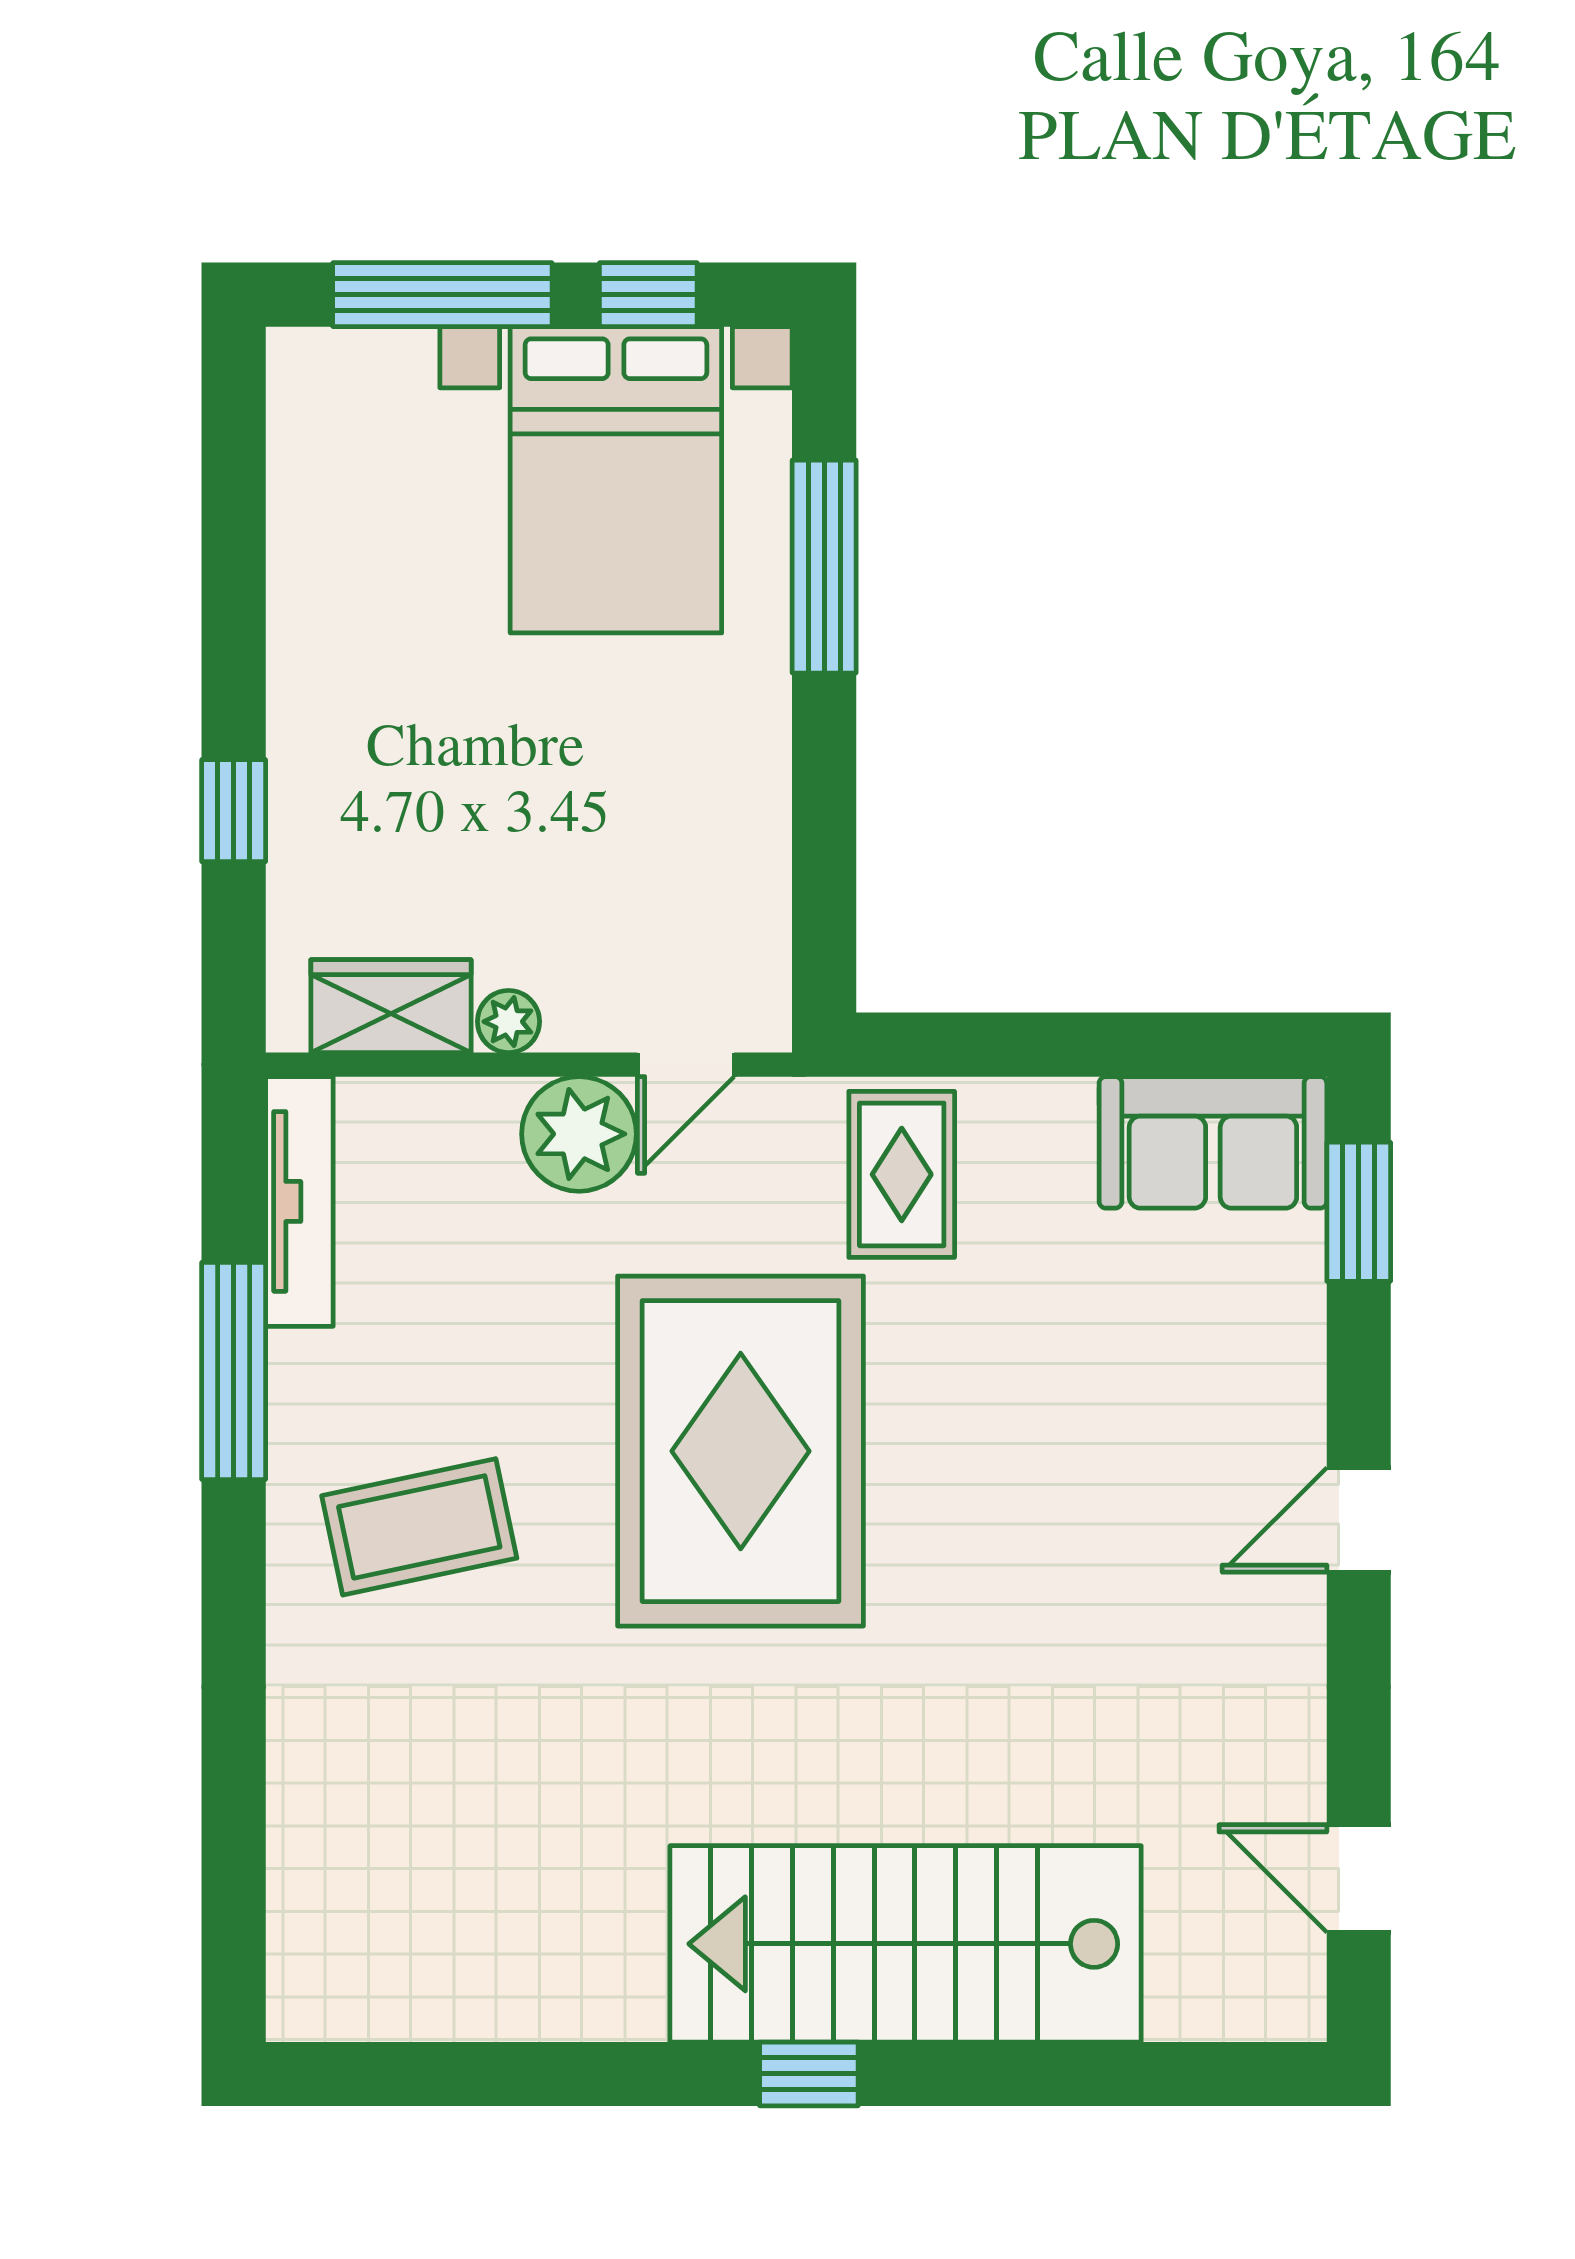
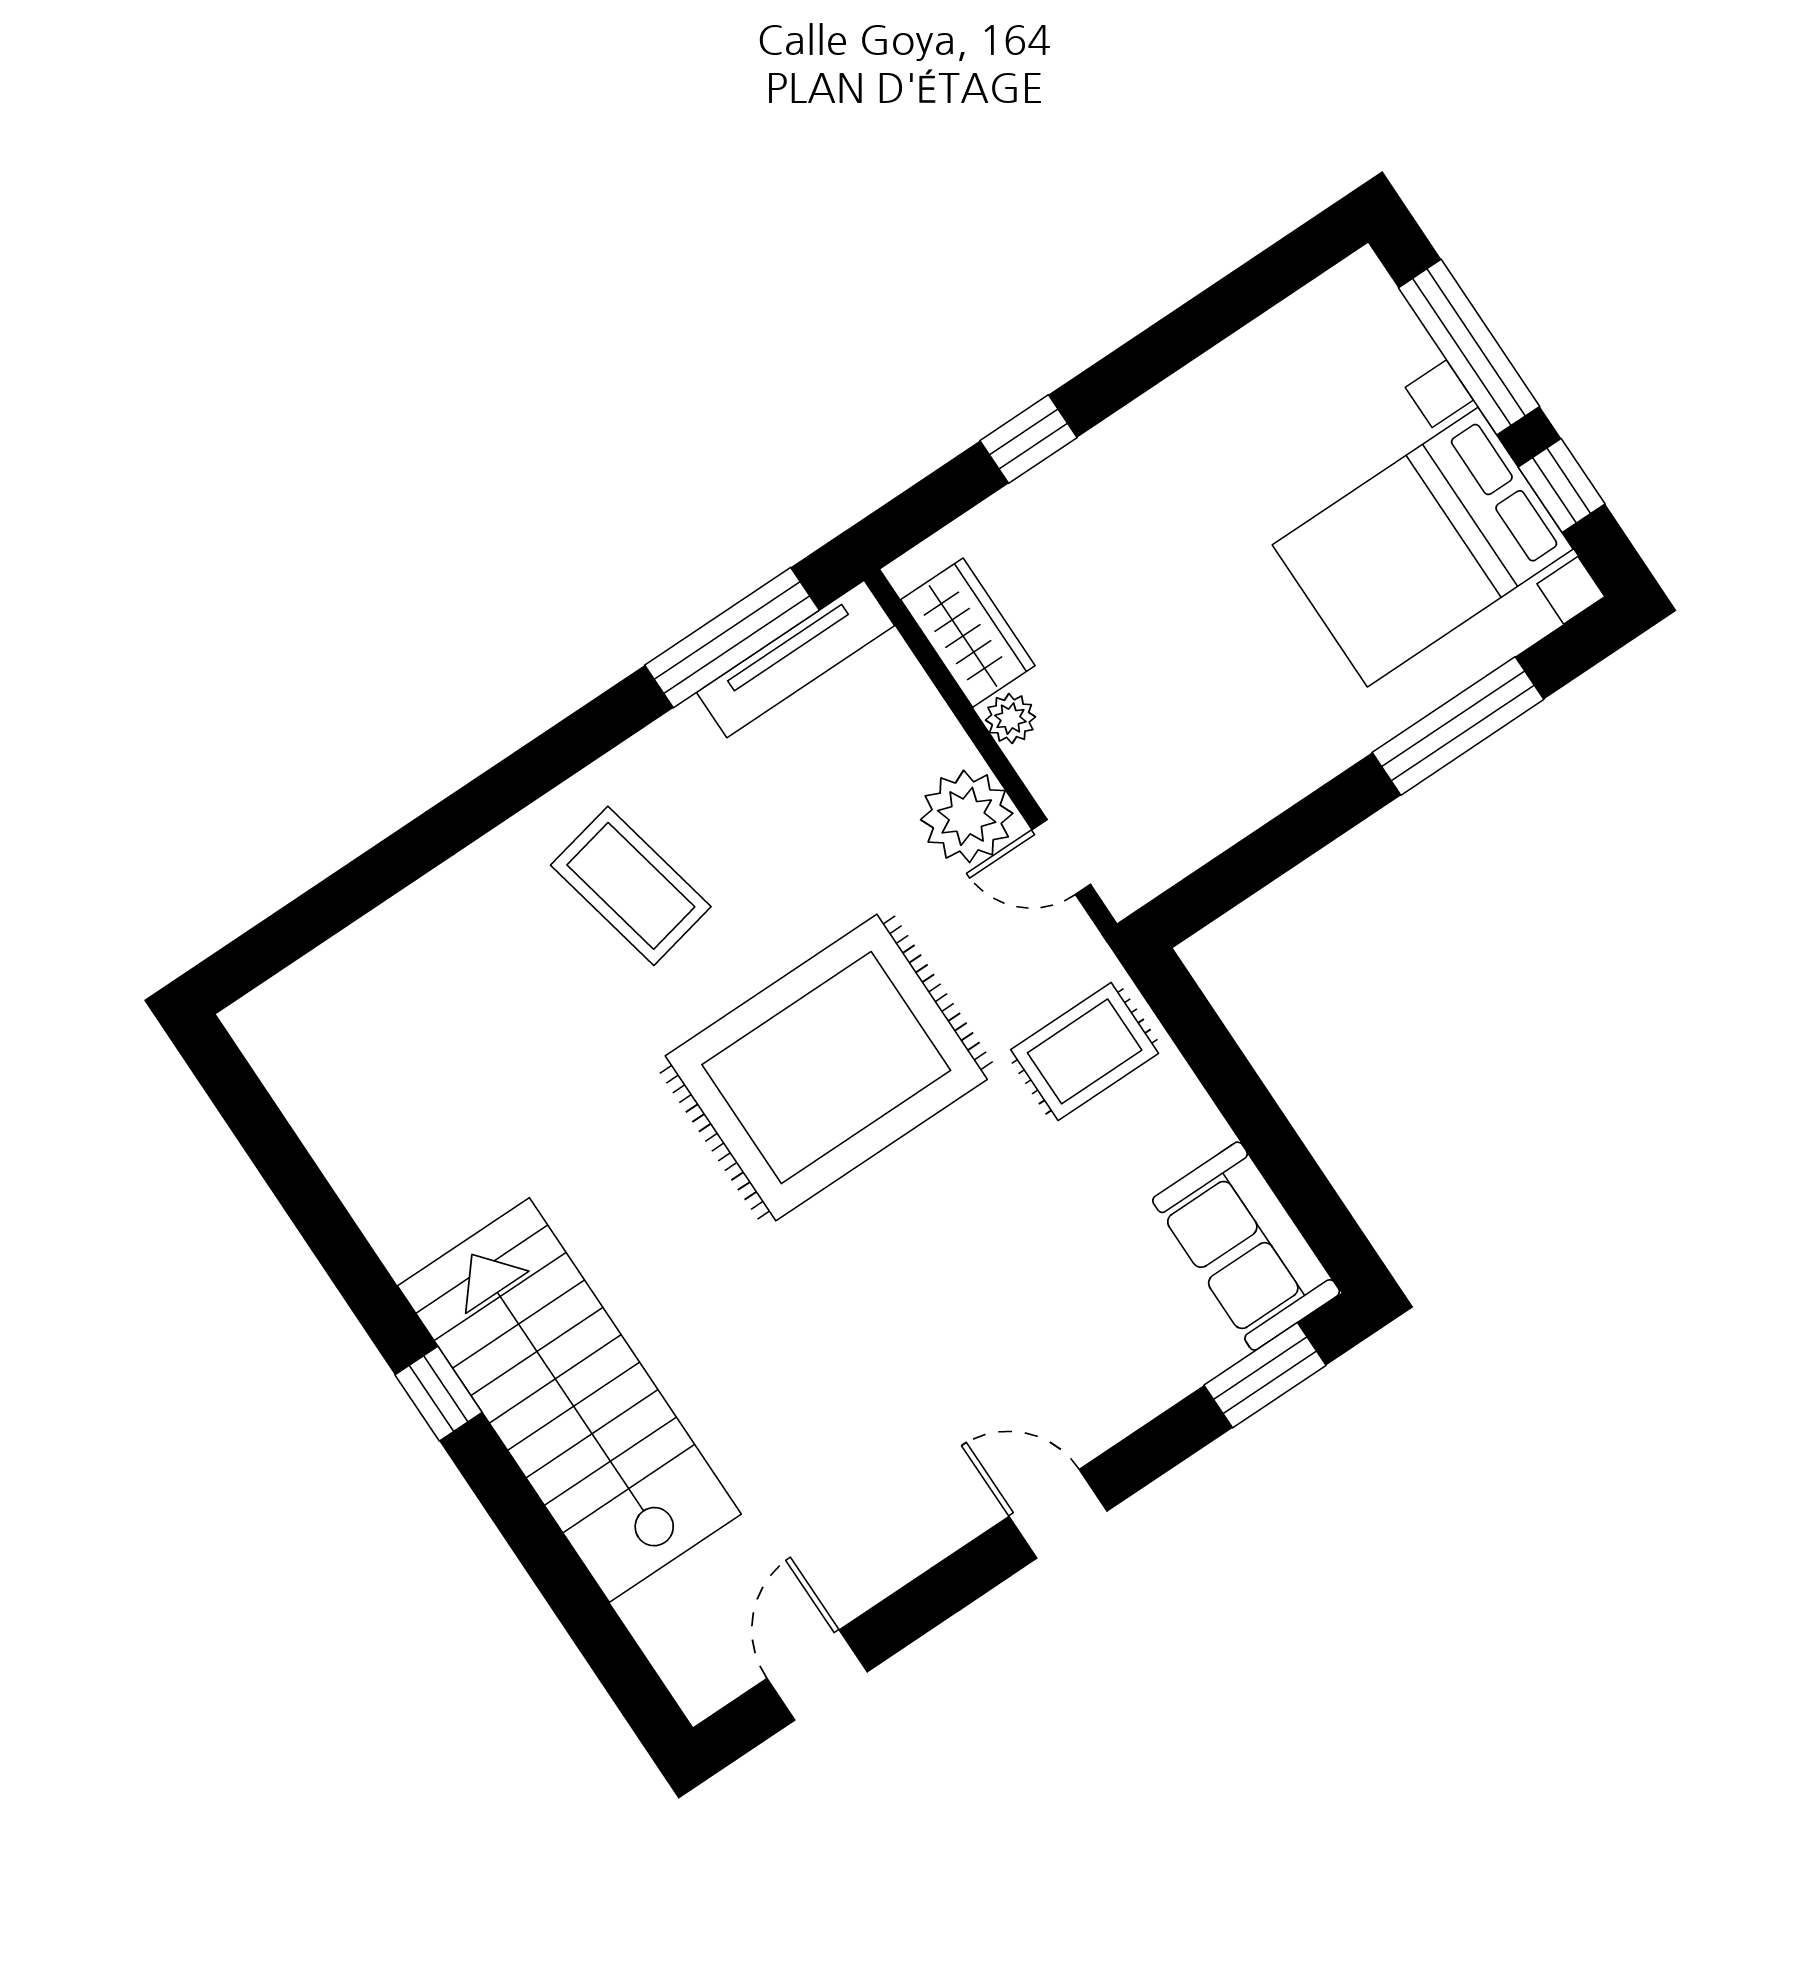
window: (234, 1371) -> (732, 638), moved

